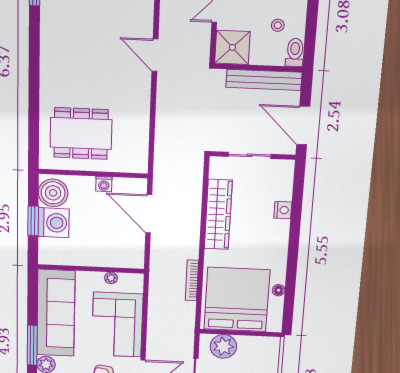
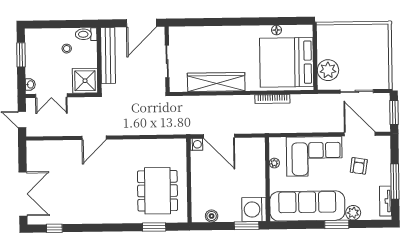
window: (34, 126) -> (154, 227), added
washing machine: (104, 184) -> (196, 144), moved
boiler: (53, 193) -> (212, 216), width x0.54, depth x0.54
nightstand: (283, 210) -> (210, 32), removed
door: (149, 214) -> (219, 136), hinge flipped
window: (33, 221) -> (247, 226), moved
washing machine: (54, 223) -> (254, 209), moved, turned -90
window: (32, 345) -> (337, 224), width x0.69

